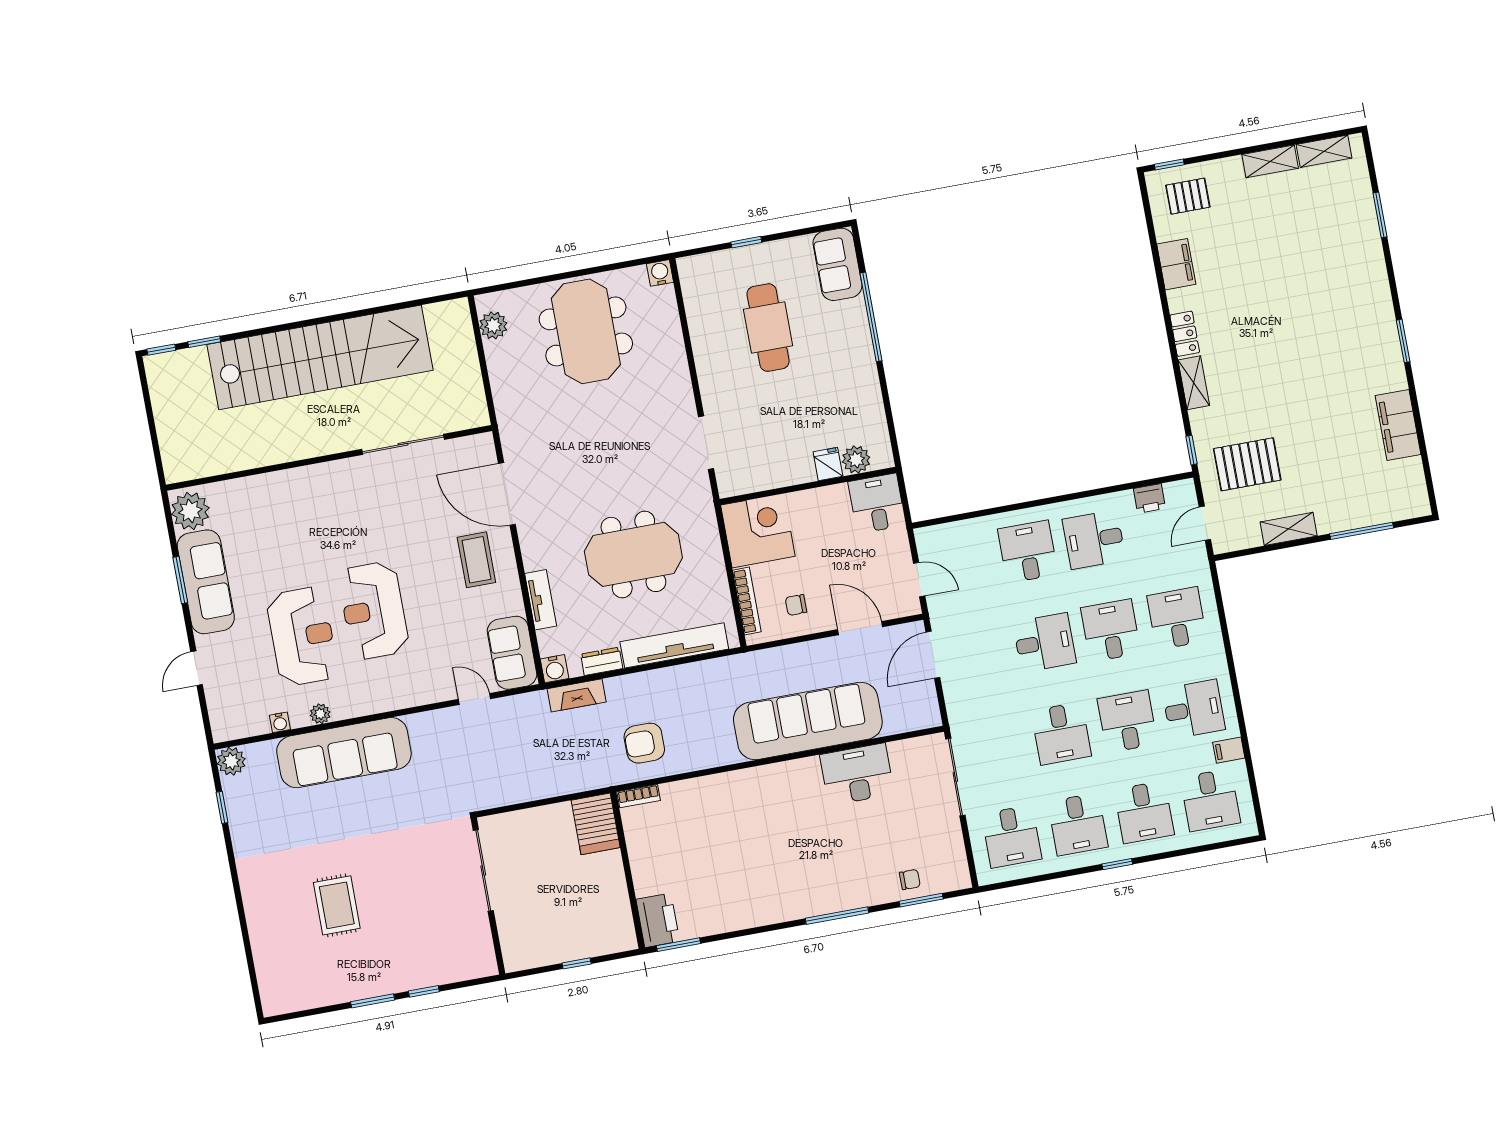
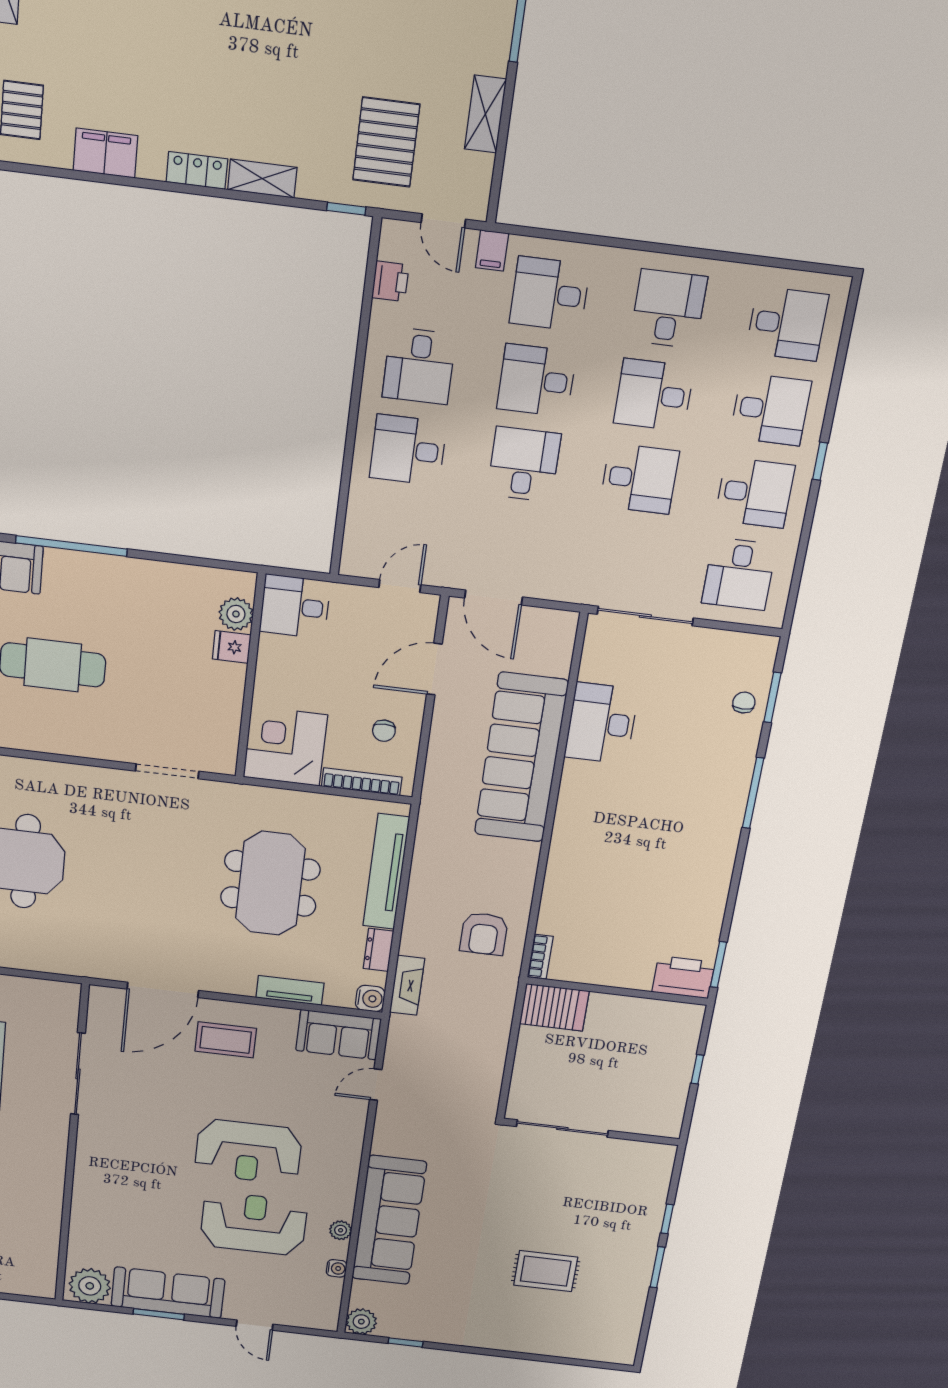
filing cabinet: (1229, 750) -> (492, 251), moved
desk: (1012, 837) -> (739, 574), turned 90

